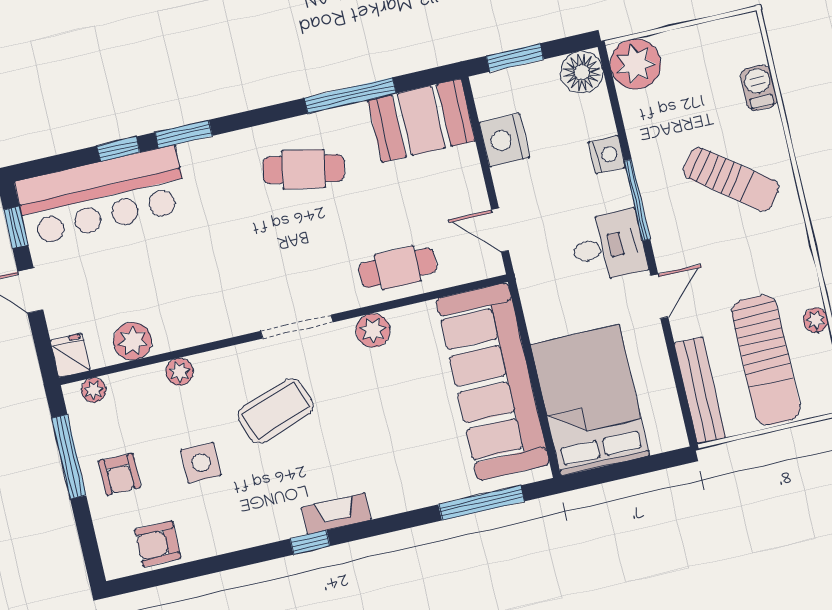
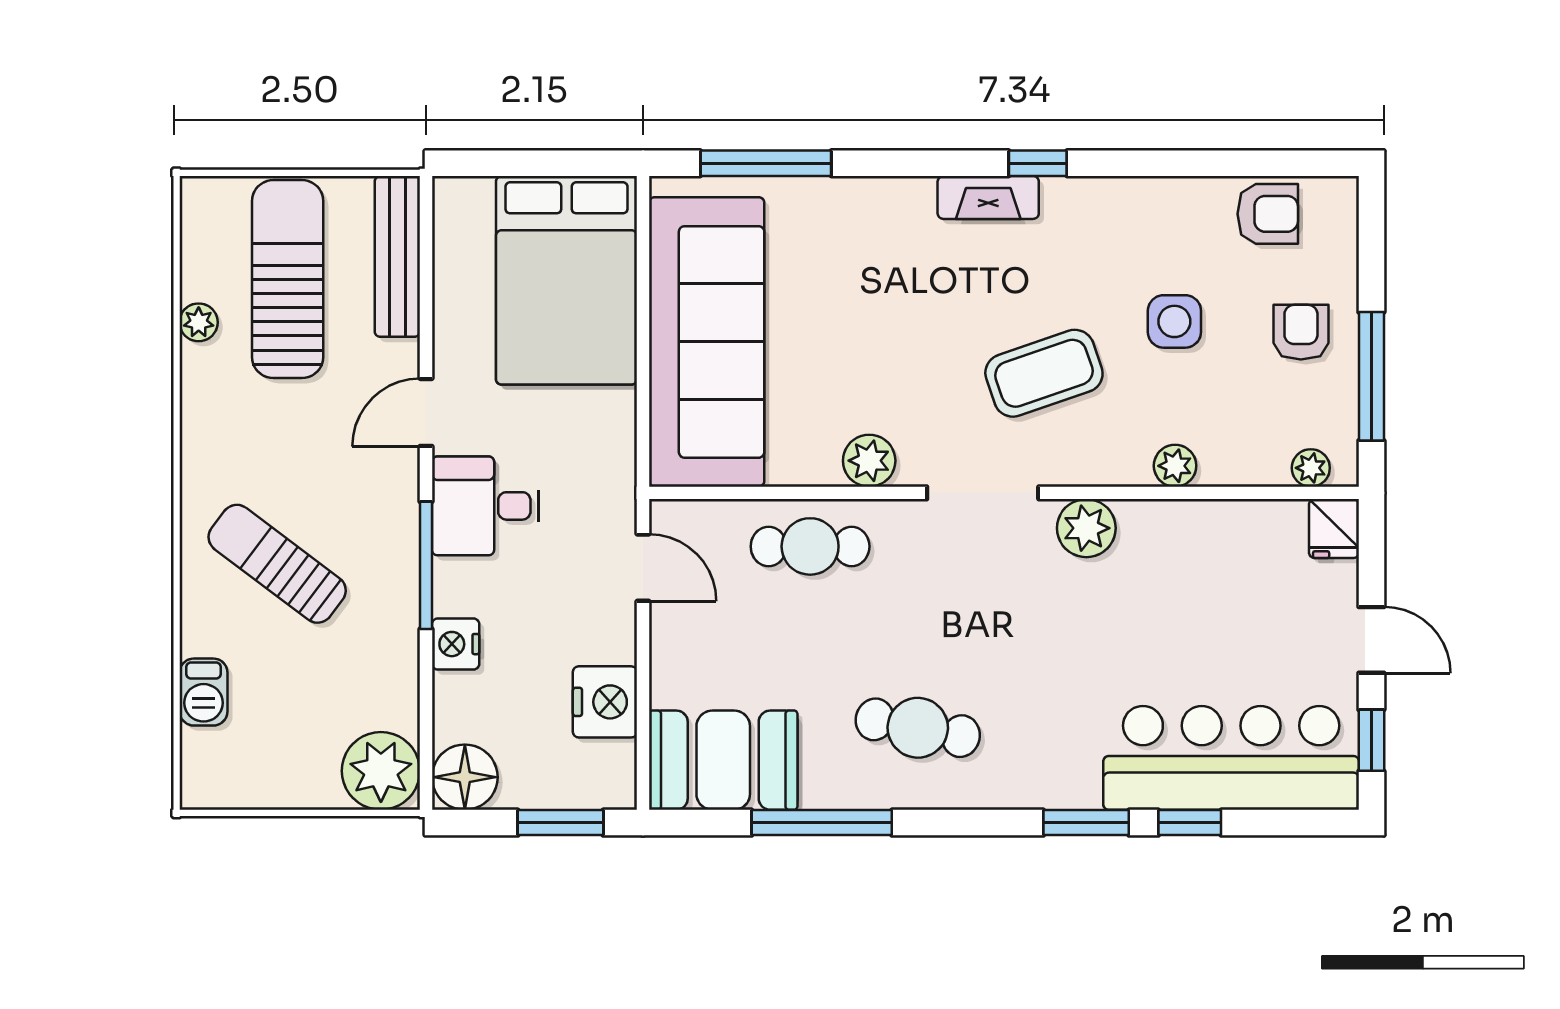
plant: (133, 341) -> (1086, 528), moved

